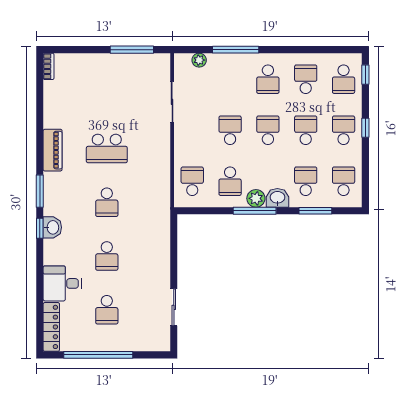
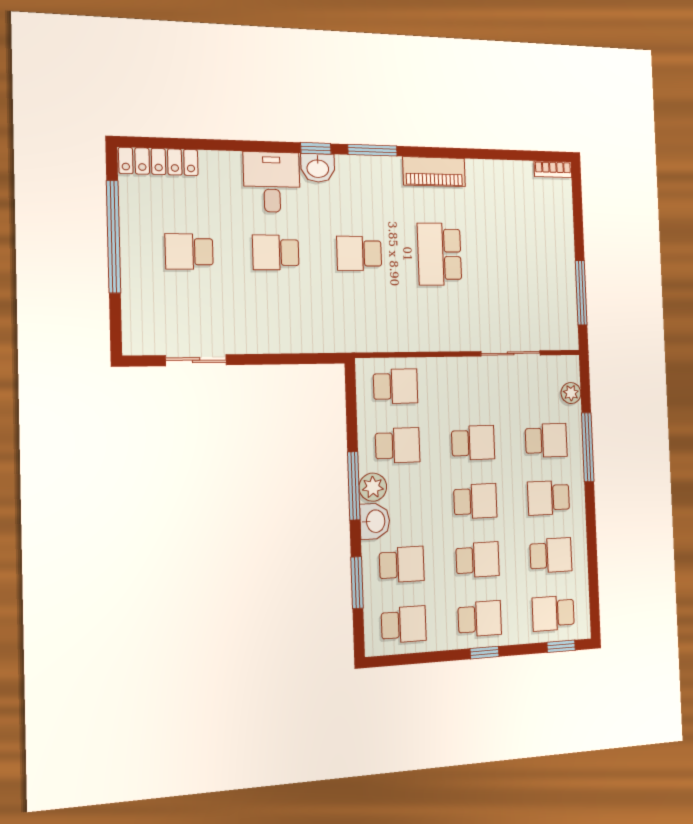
school desk: (230, 79) -> (546, 440), added
school desk: (230, 181) -> (398, 445), turned 180
desk: (62, 283) -> (272, 182), moved

